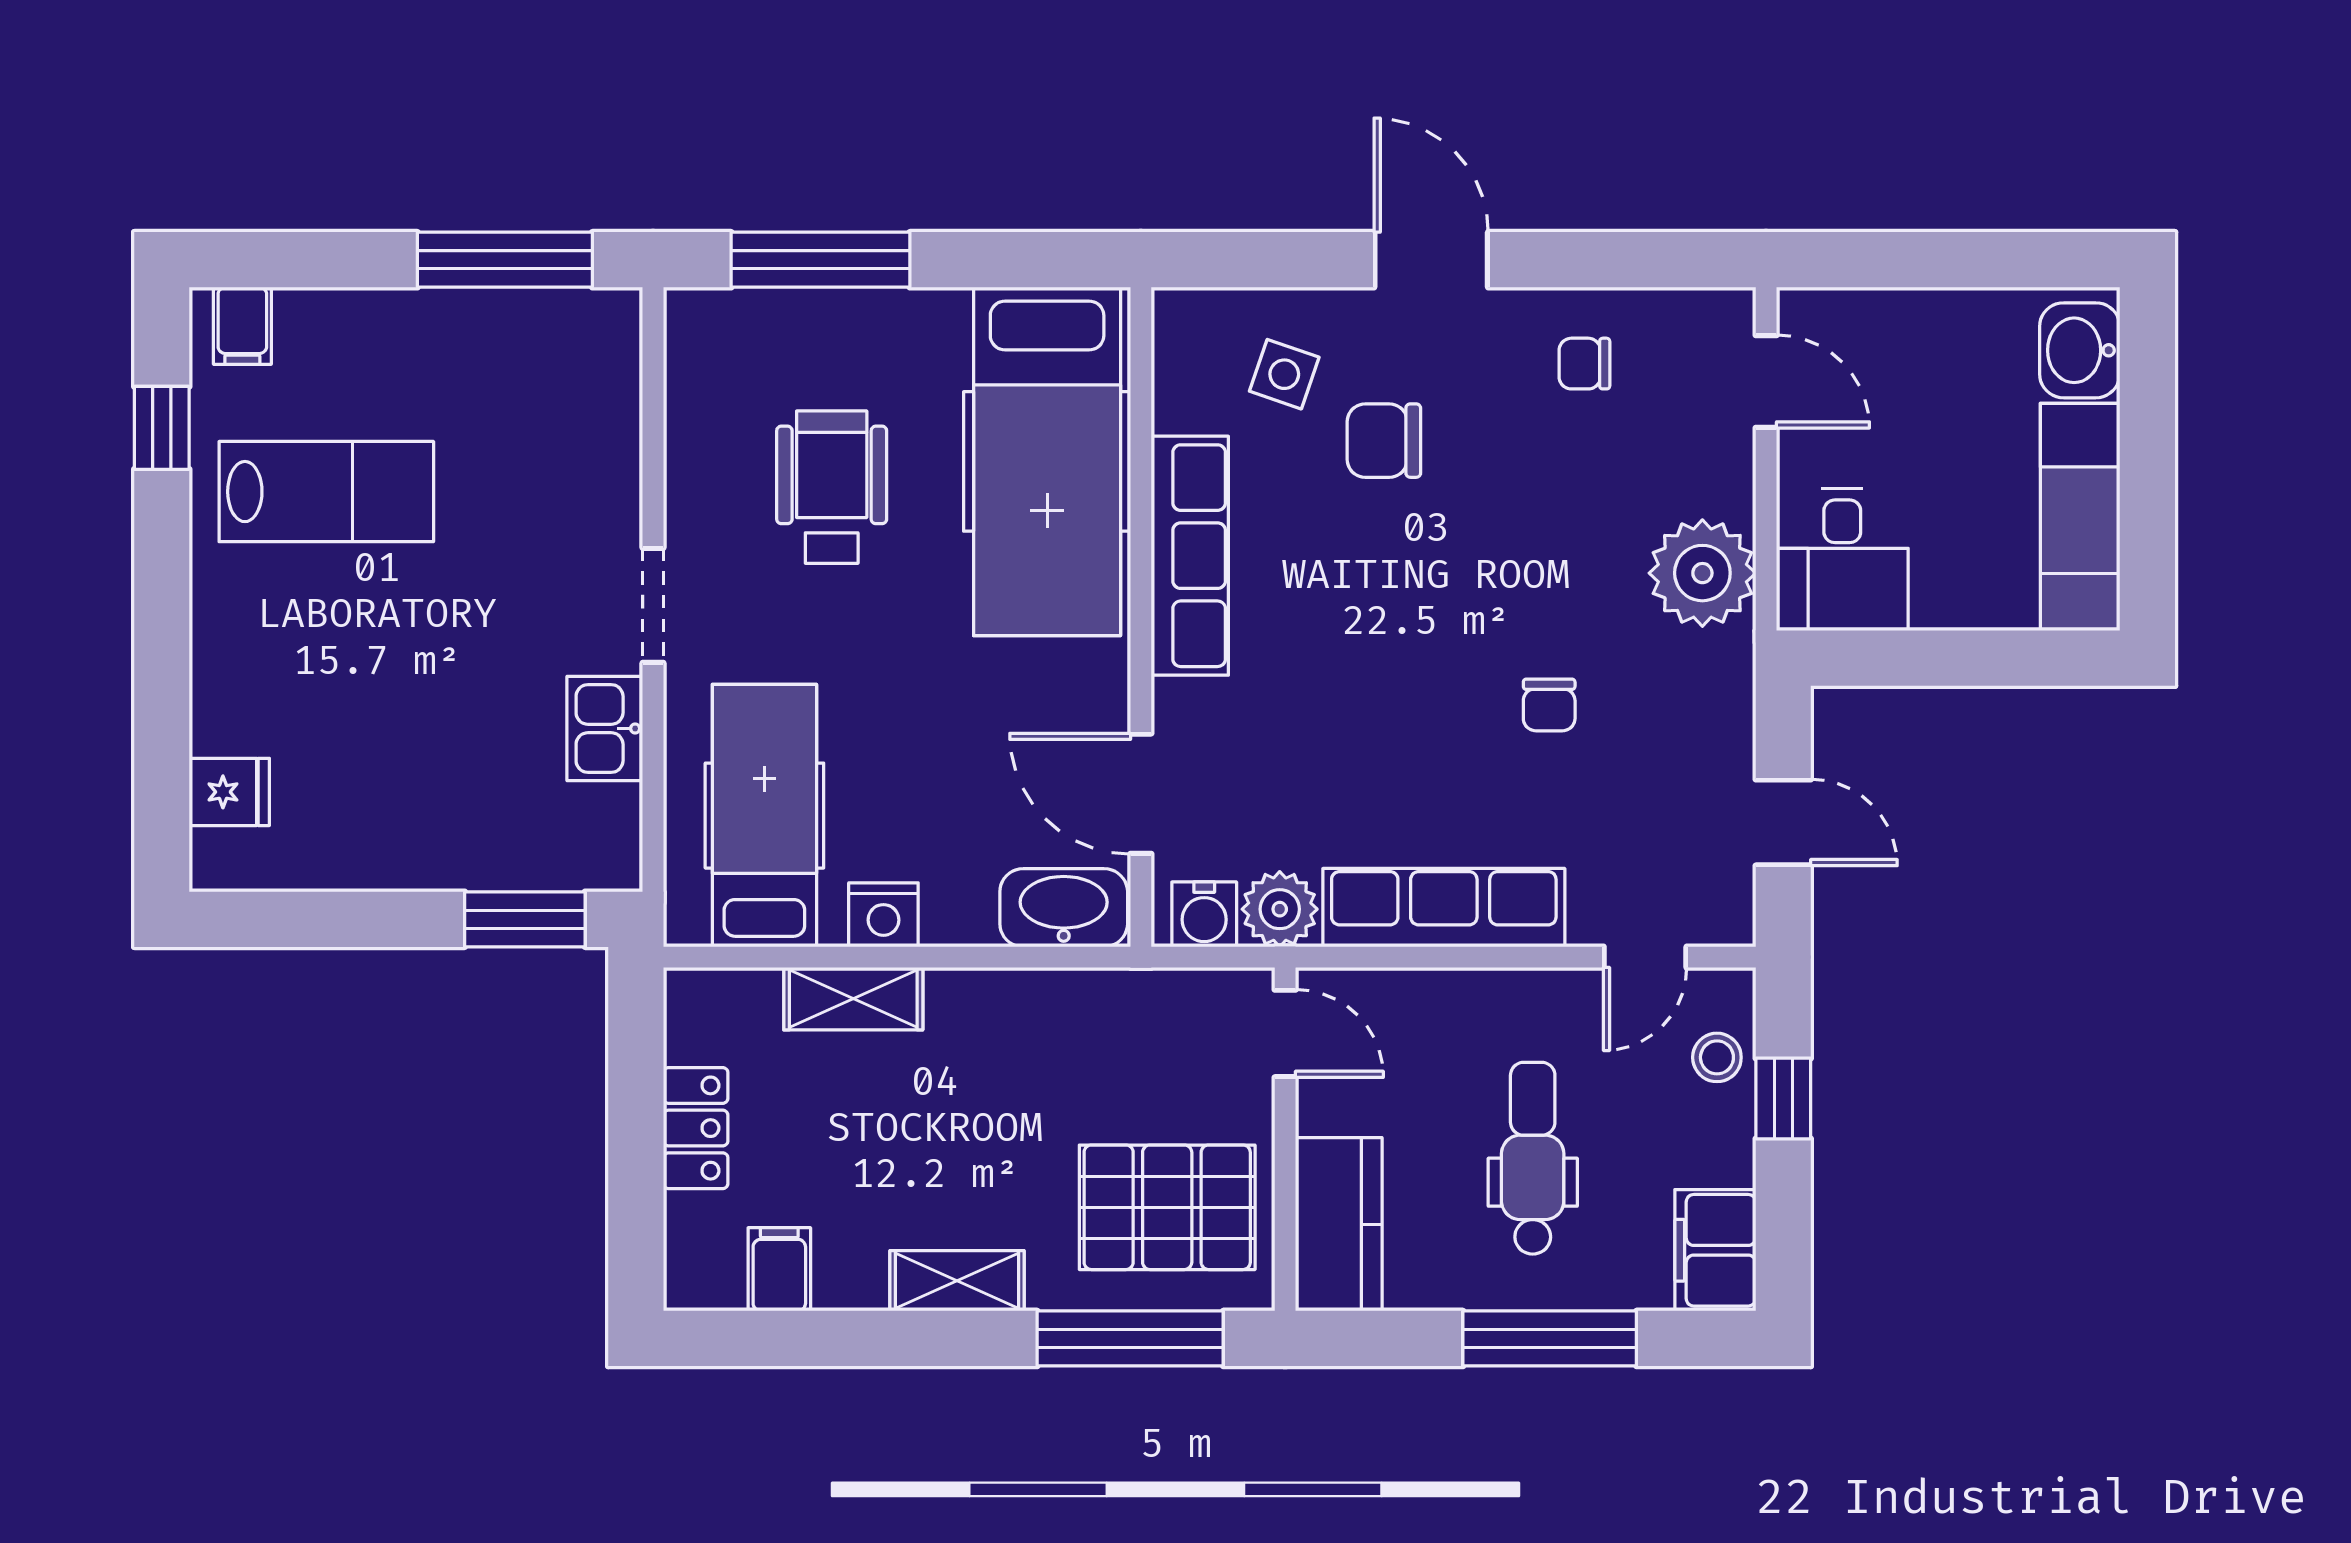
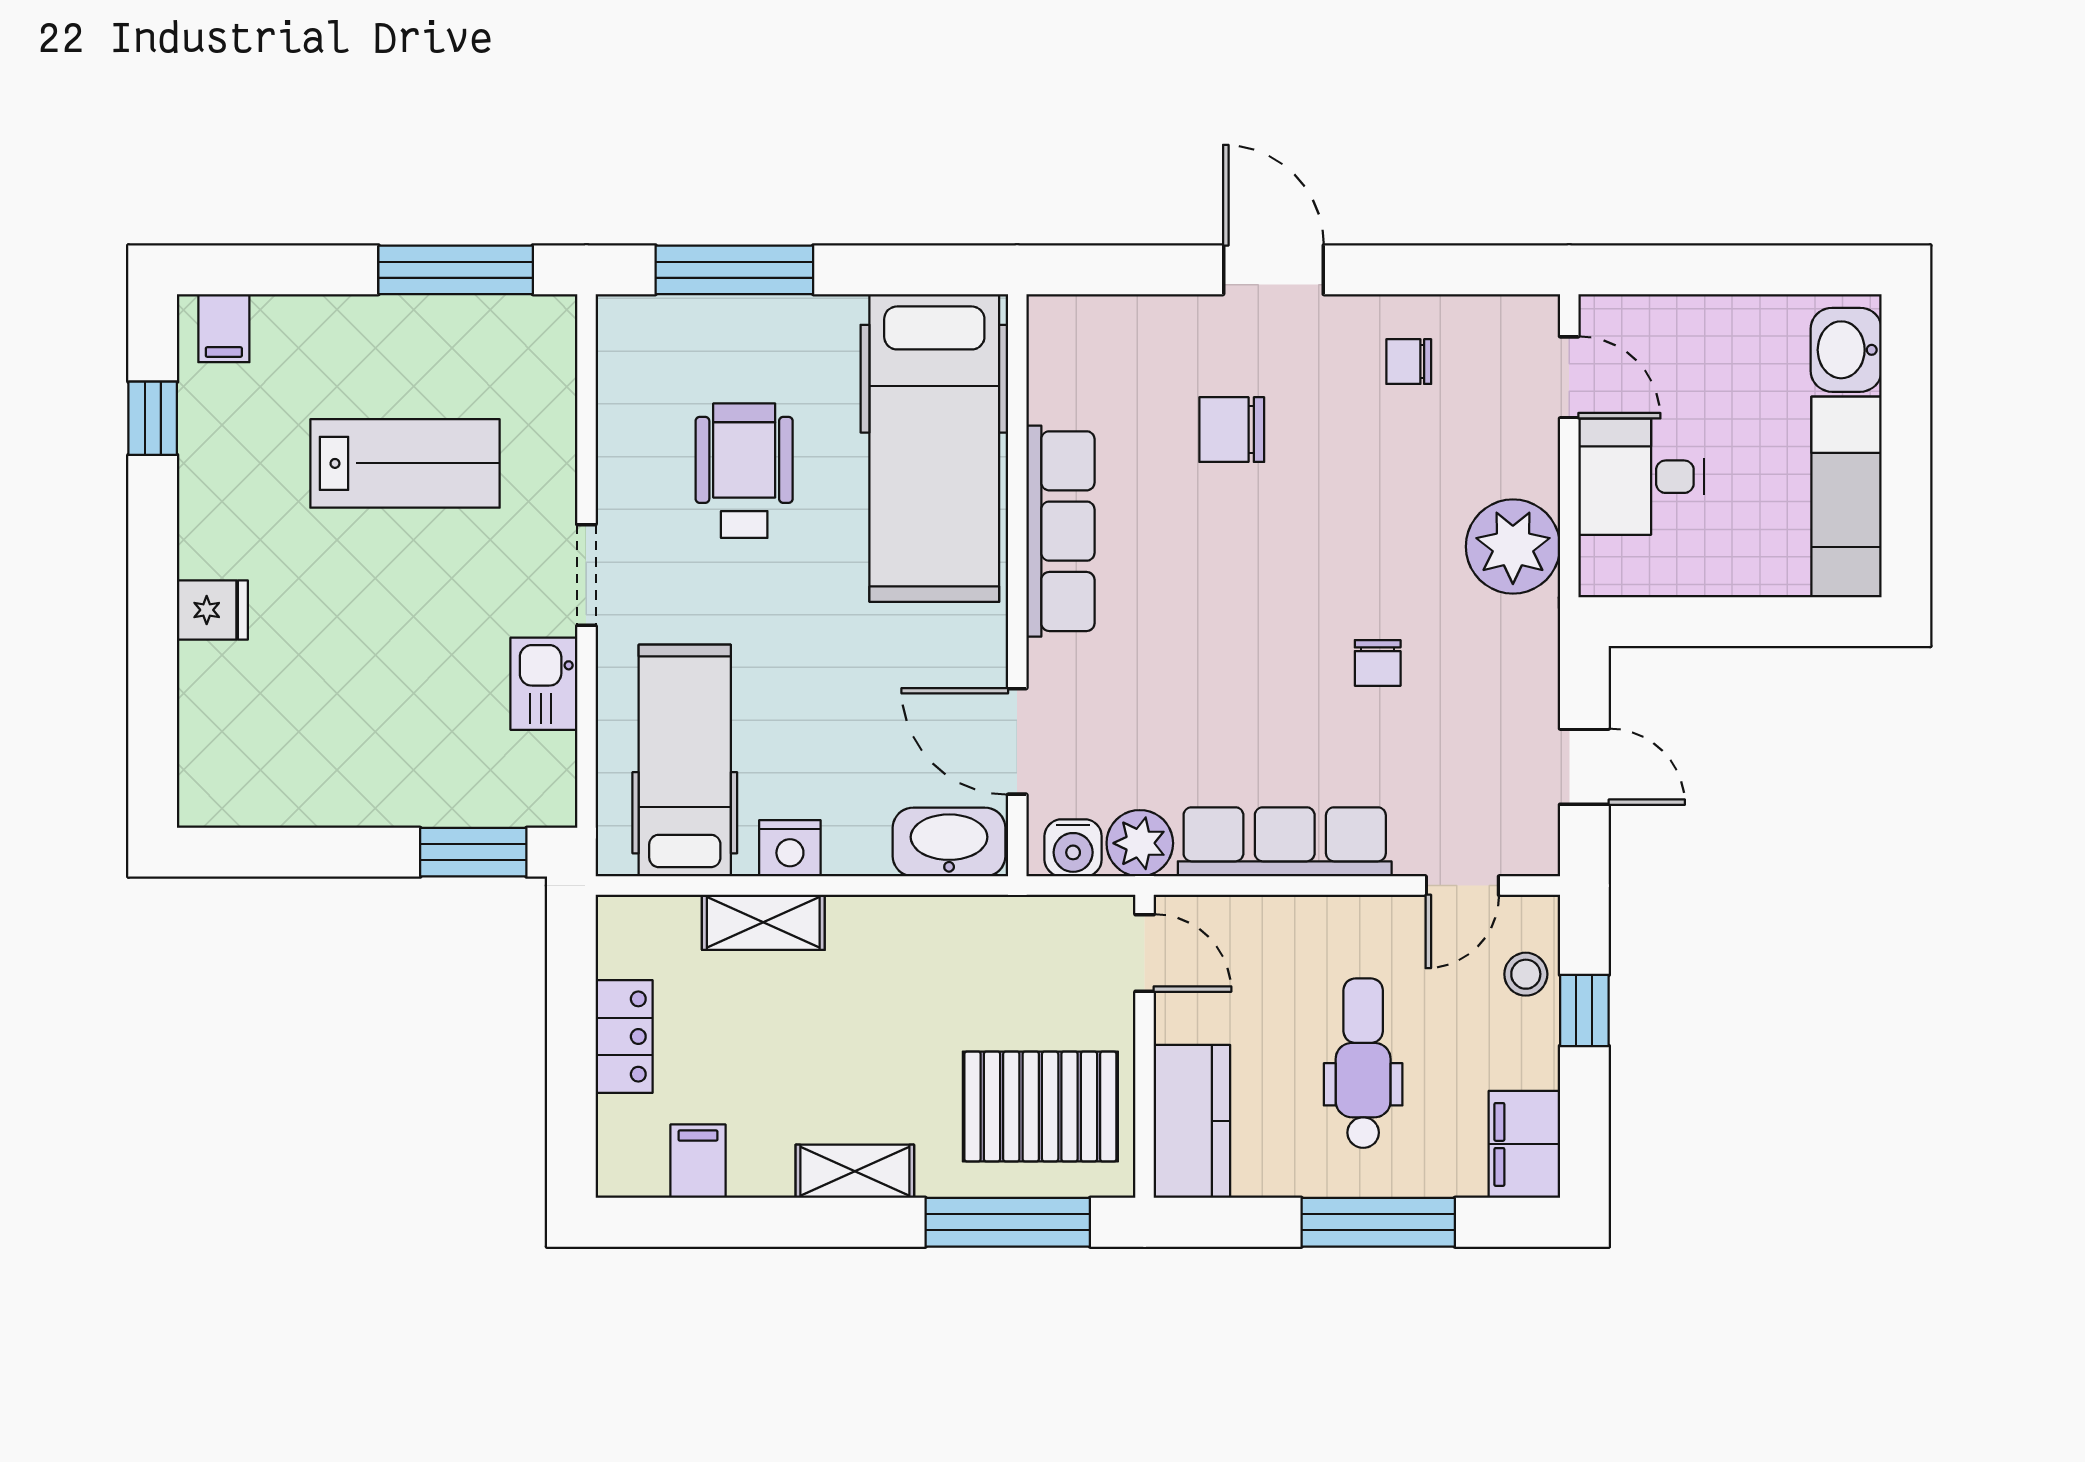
side table: (1284, 374) -> (1144, 371), removed
lab bench: (326, 492) -> (405, 463), moved
desk: (1842, 560) -> (1641, 477), moved, turned 90
fridge: (229, 792) -> (212, 610), moved

